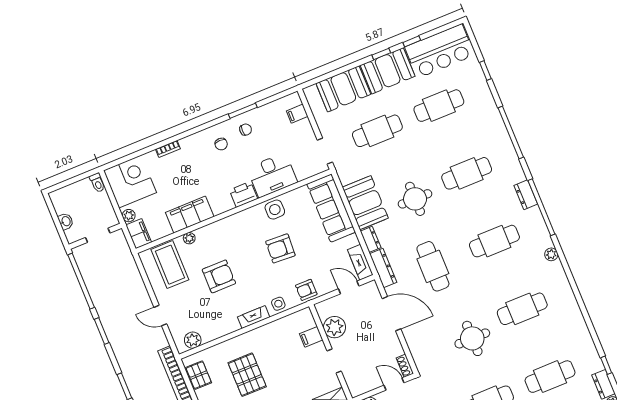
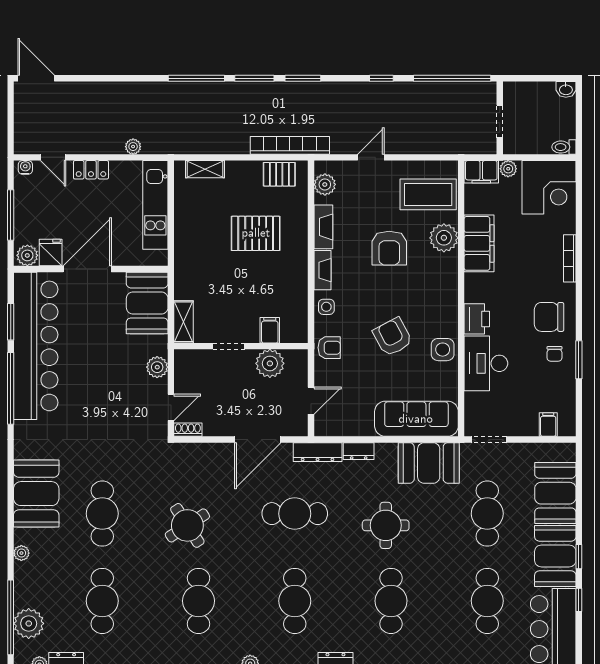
chair: (221, 144) -> (549, 317), width x1.87, depth x1.87
bookcase: (168, 149) -> (570, 258), width x1.56
booth: (365, 203) -> (429, 463), moved
washbasin: (66, 221) -> (566, 89), moved
plant: (189, 238) -> (444, 238), width x1.88, depth x1.88
armchair: (280, 248) -> (393, 337), turned -31
fireplace: (360, 262) -> (323, 227), moved, turned 90
armchair: (306, 290) -> (329, 348), turned 90
window: (102, 331) -> (381, 78), width x0.67
round table: (472, 338) -> (187, 525), turned -33

